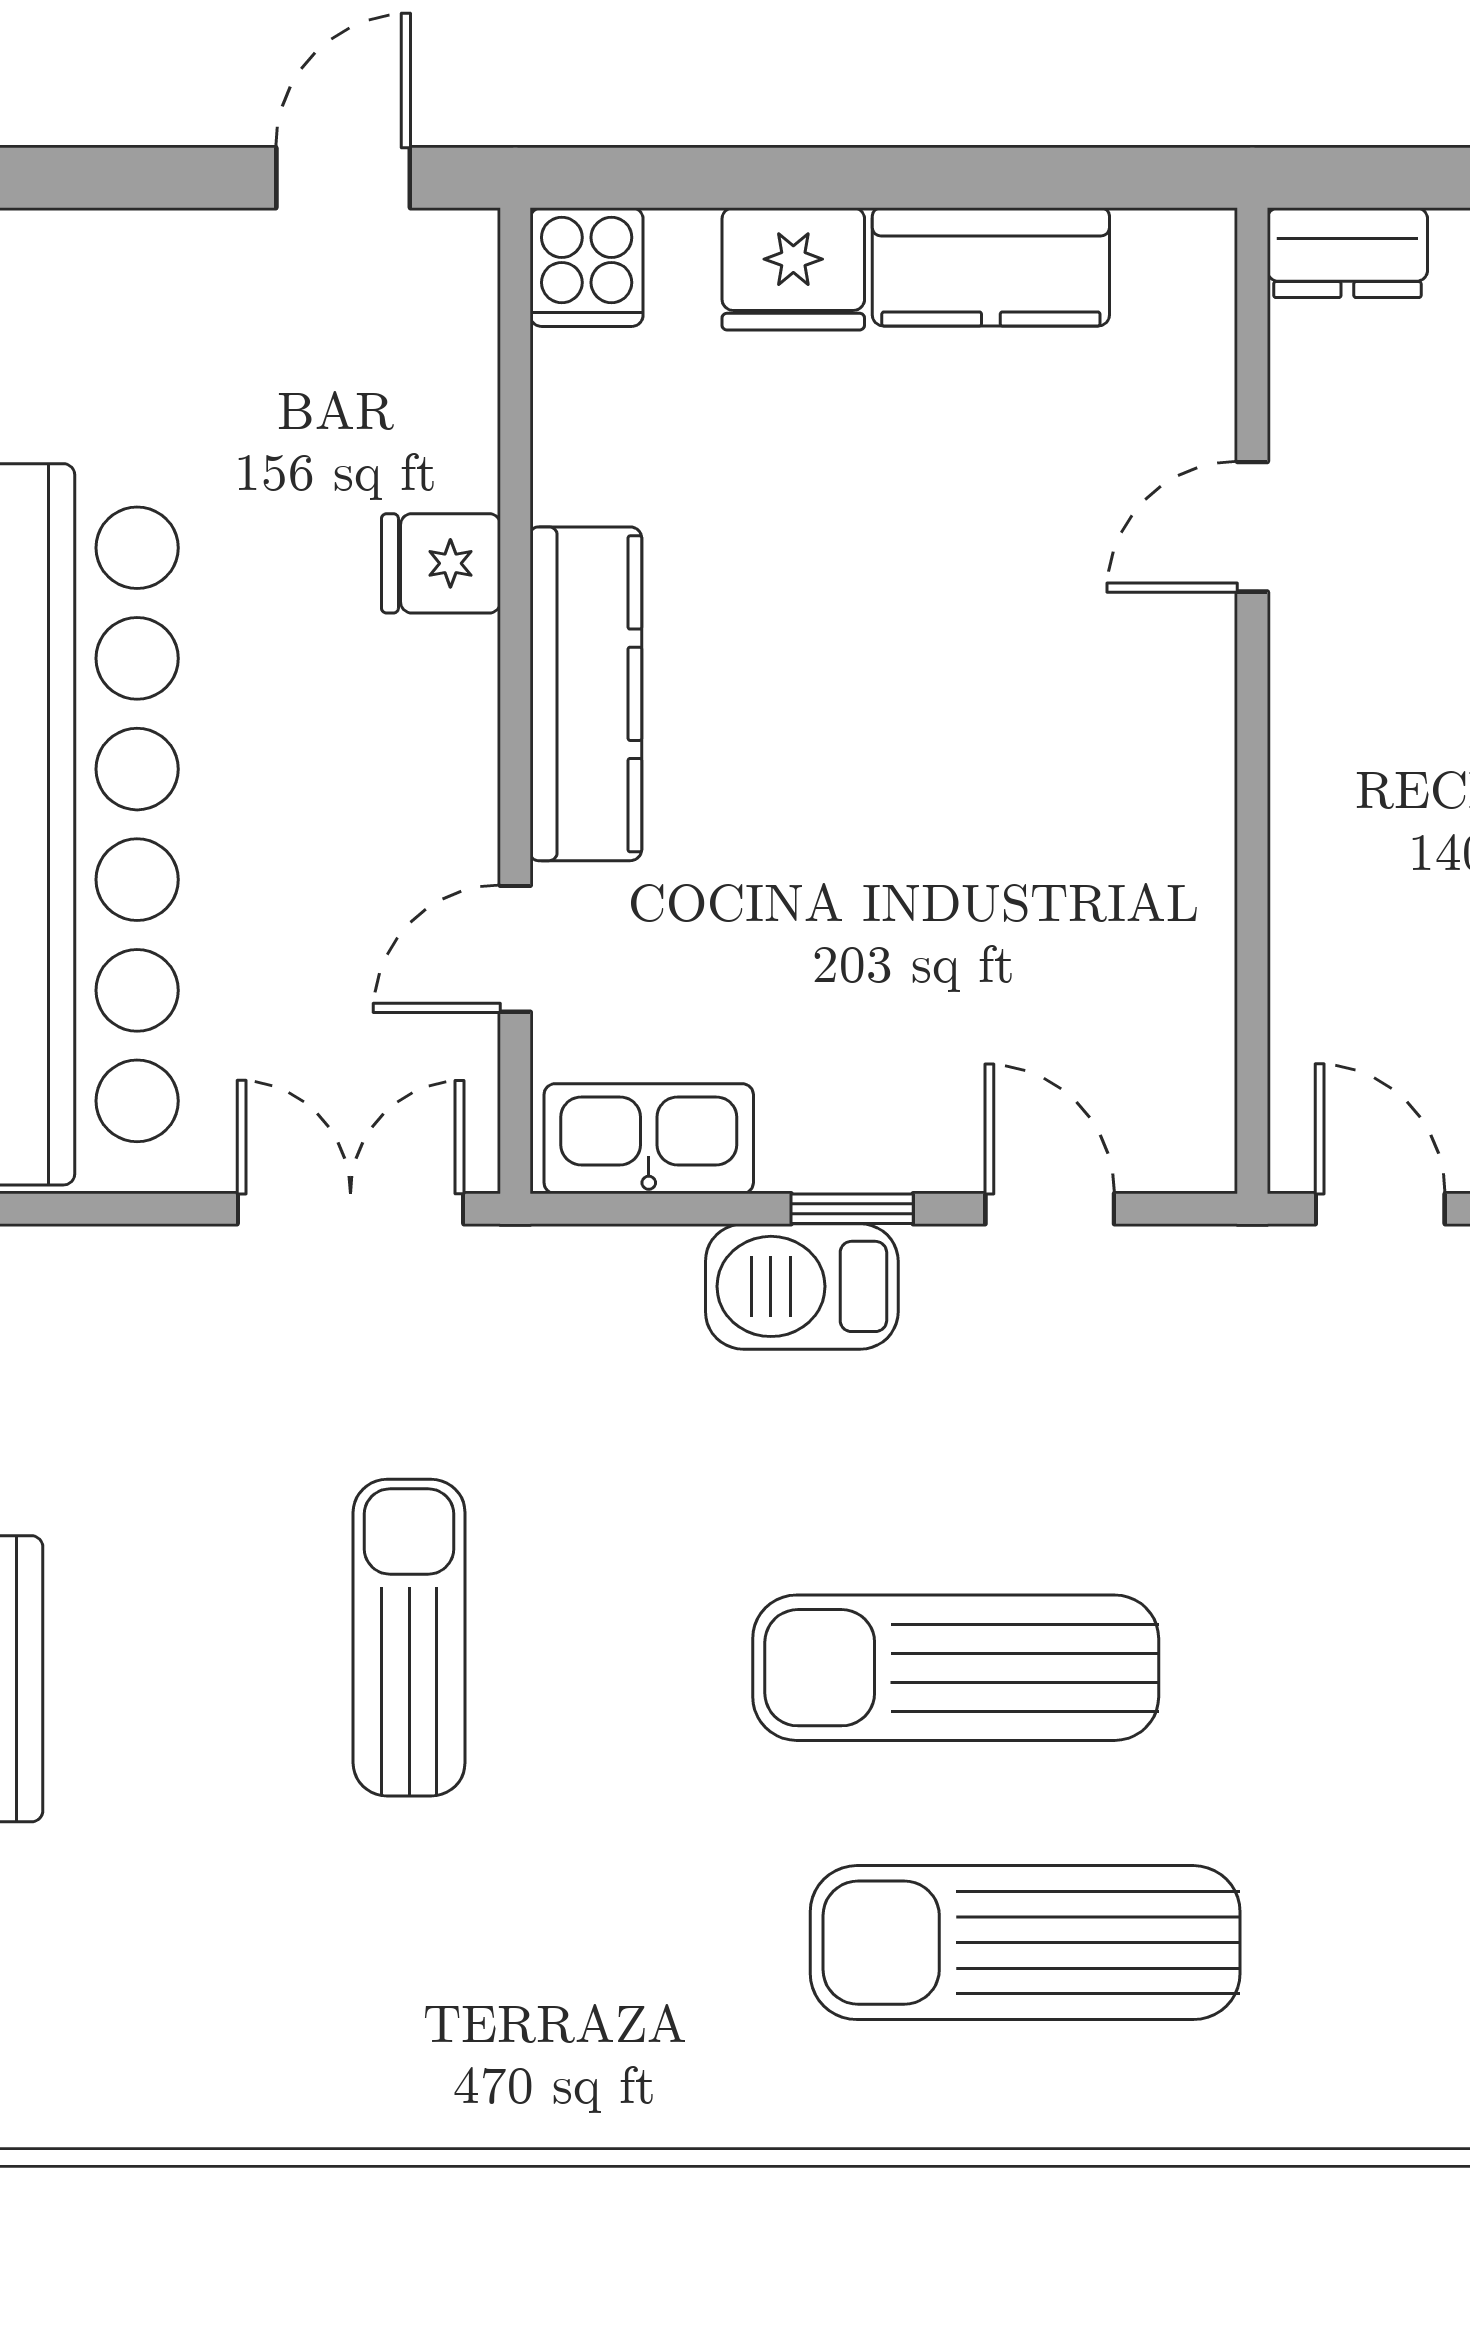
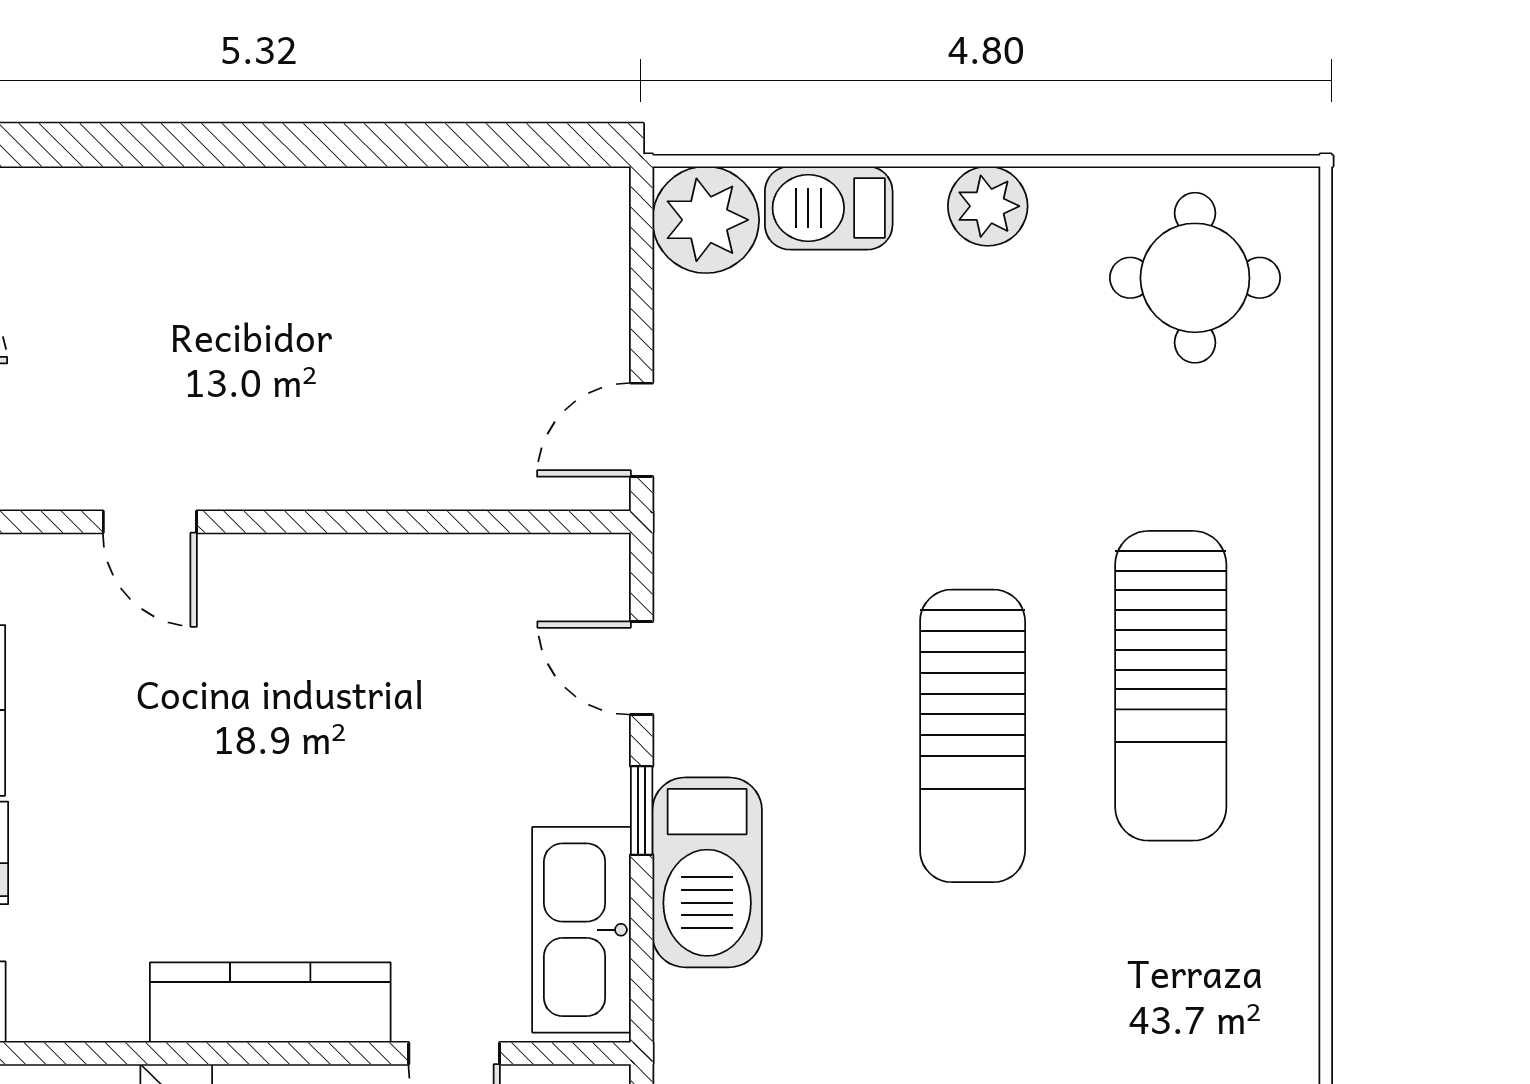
kitchen sink: (649, 1139) -> (581, 930), width x1.36, depth x1.24
door: (1050, 1209) -> (642, 668), hinge flipped
barbecue: (802, 1286) -> (707, 872), width x1.37, depth x1.21

